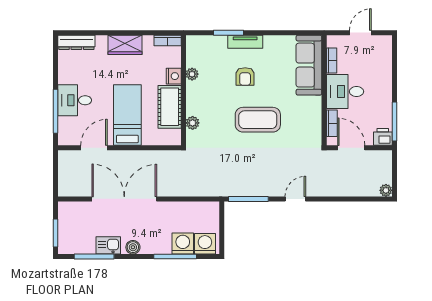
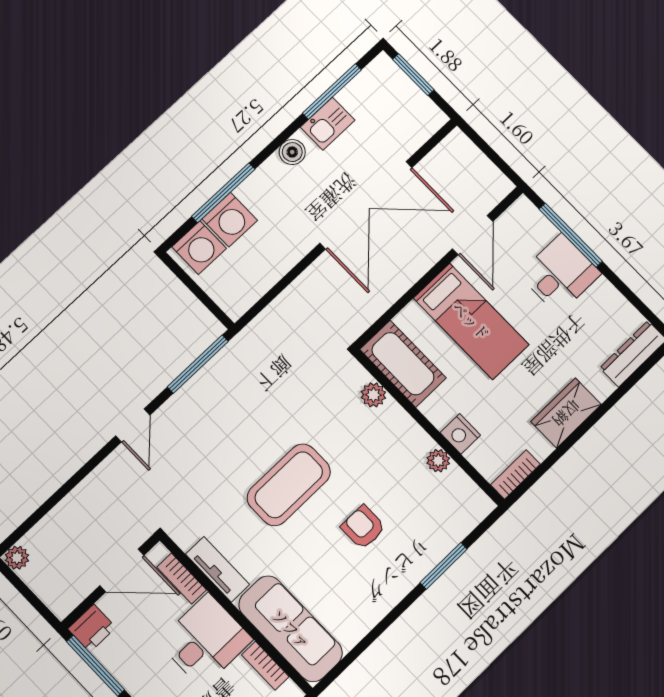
tv unit: (245, 42) -> (218, 569), moved, turned 90
cot: (170, 107) -> (403, 364), moved

